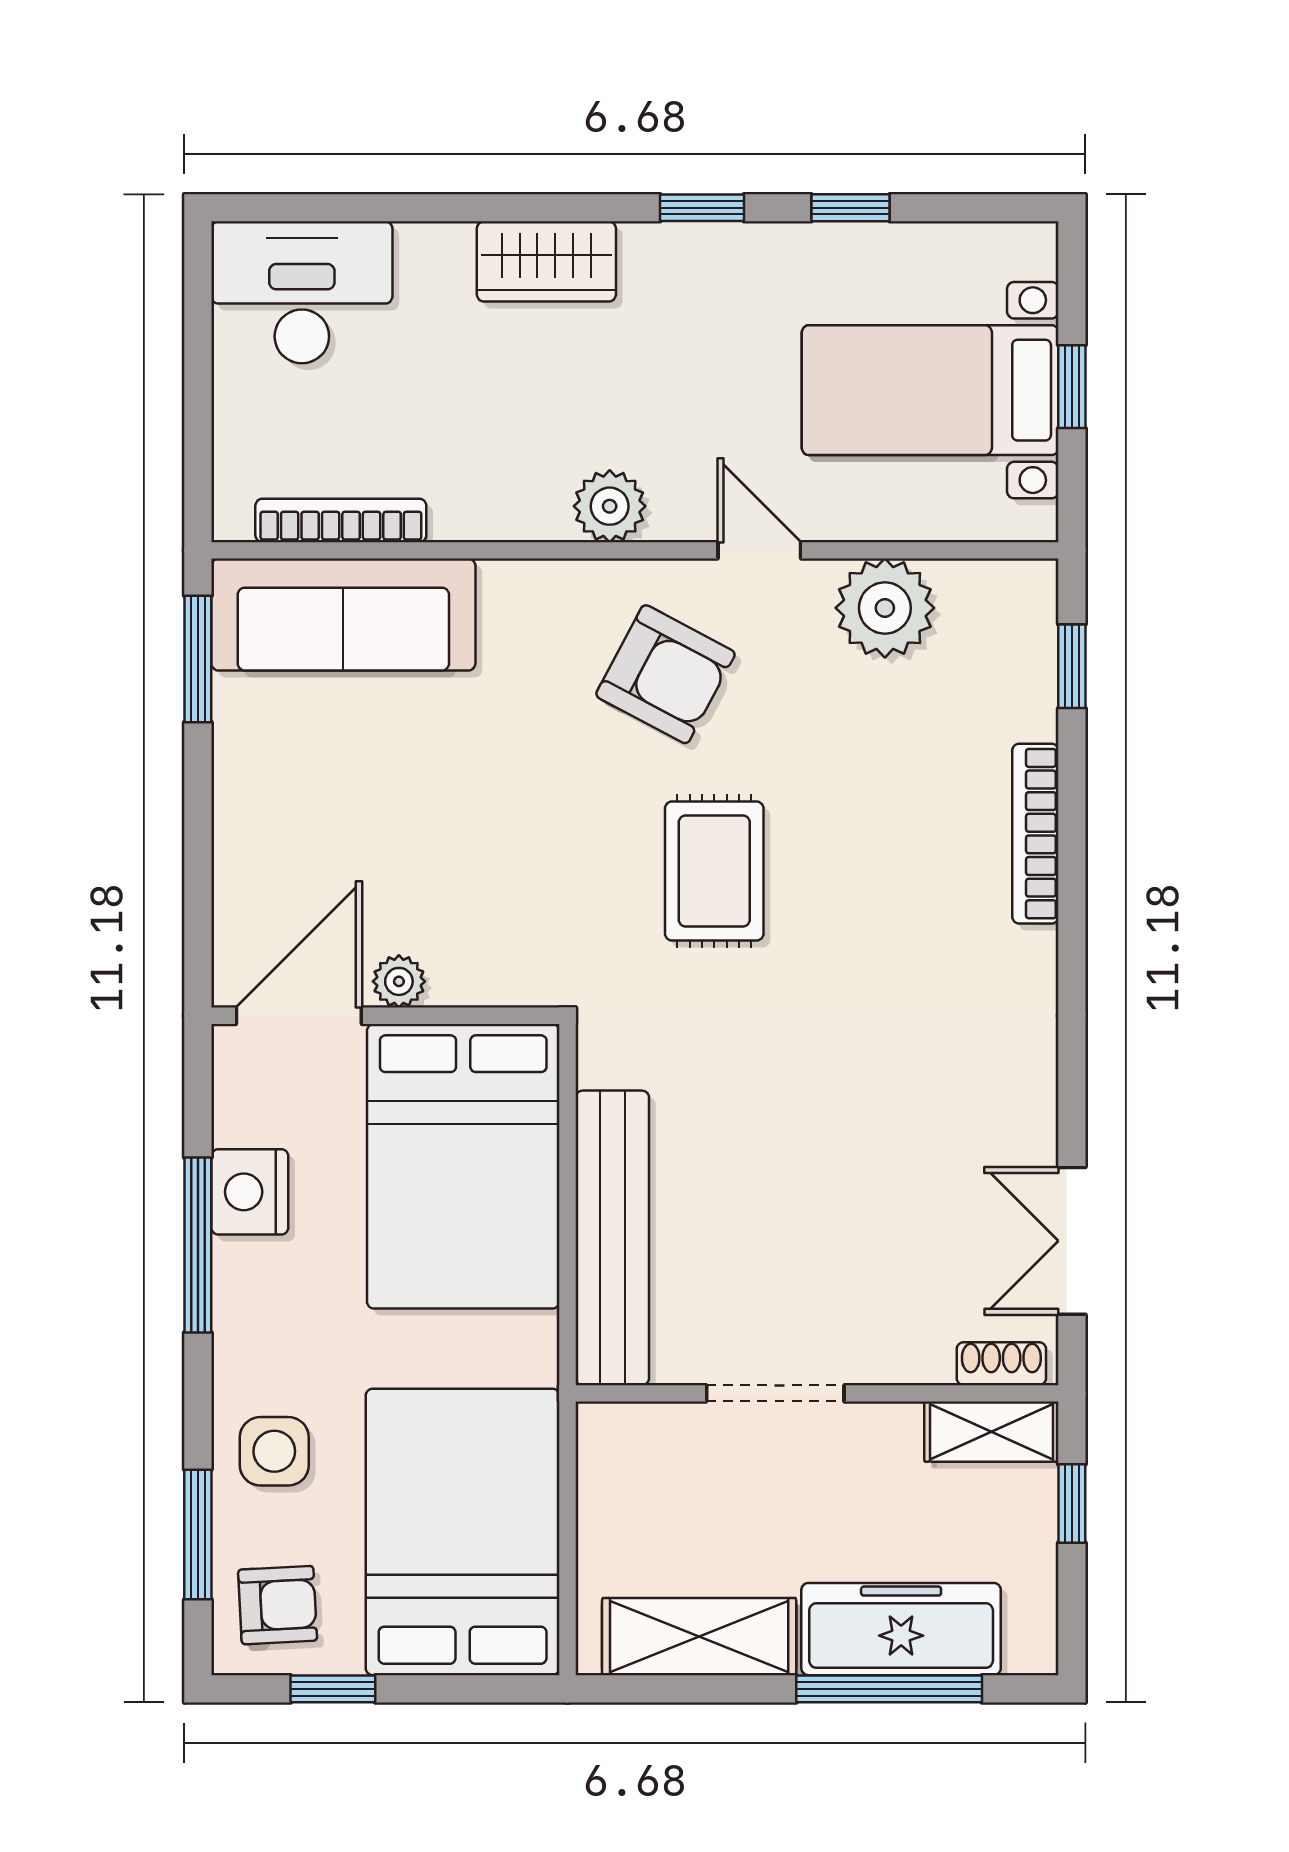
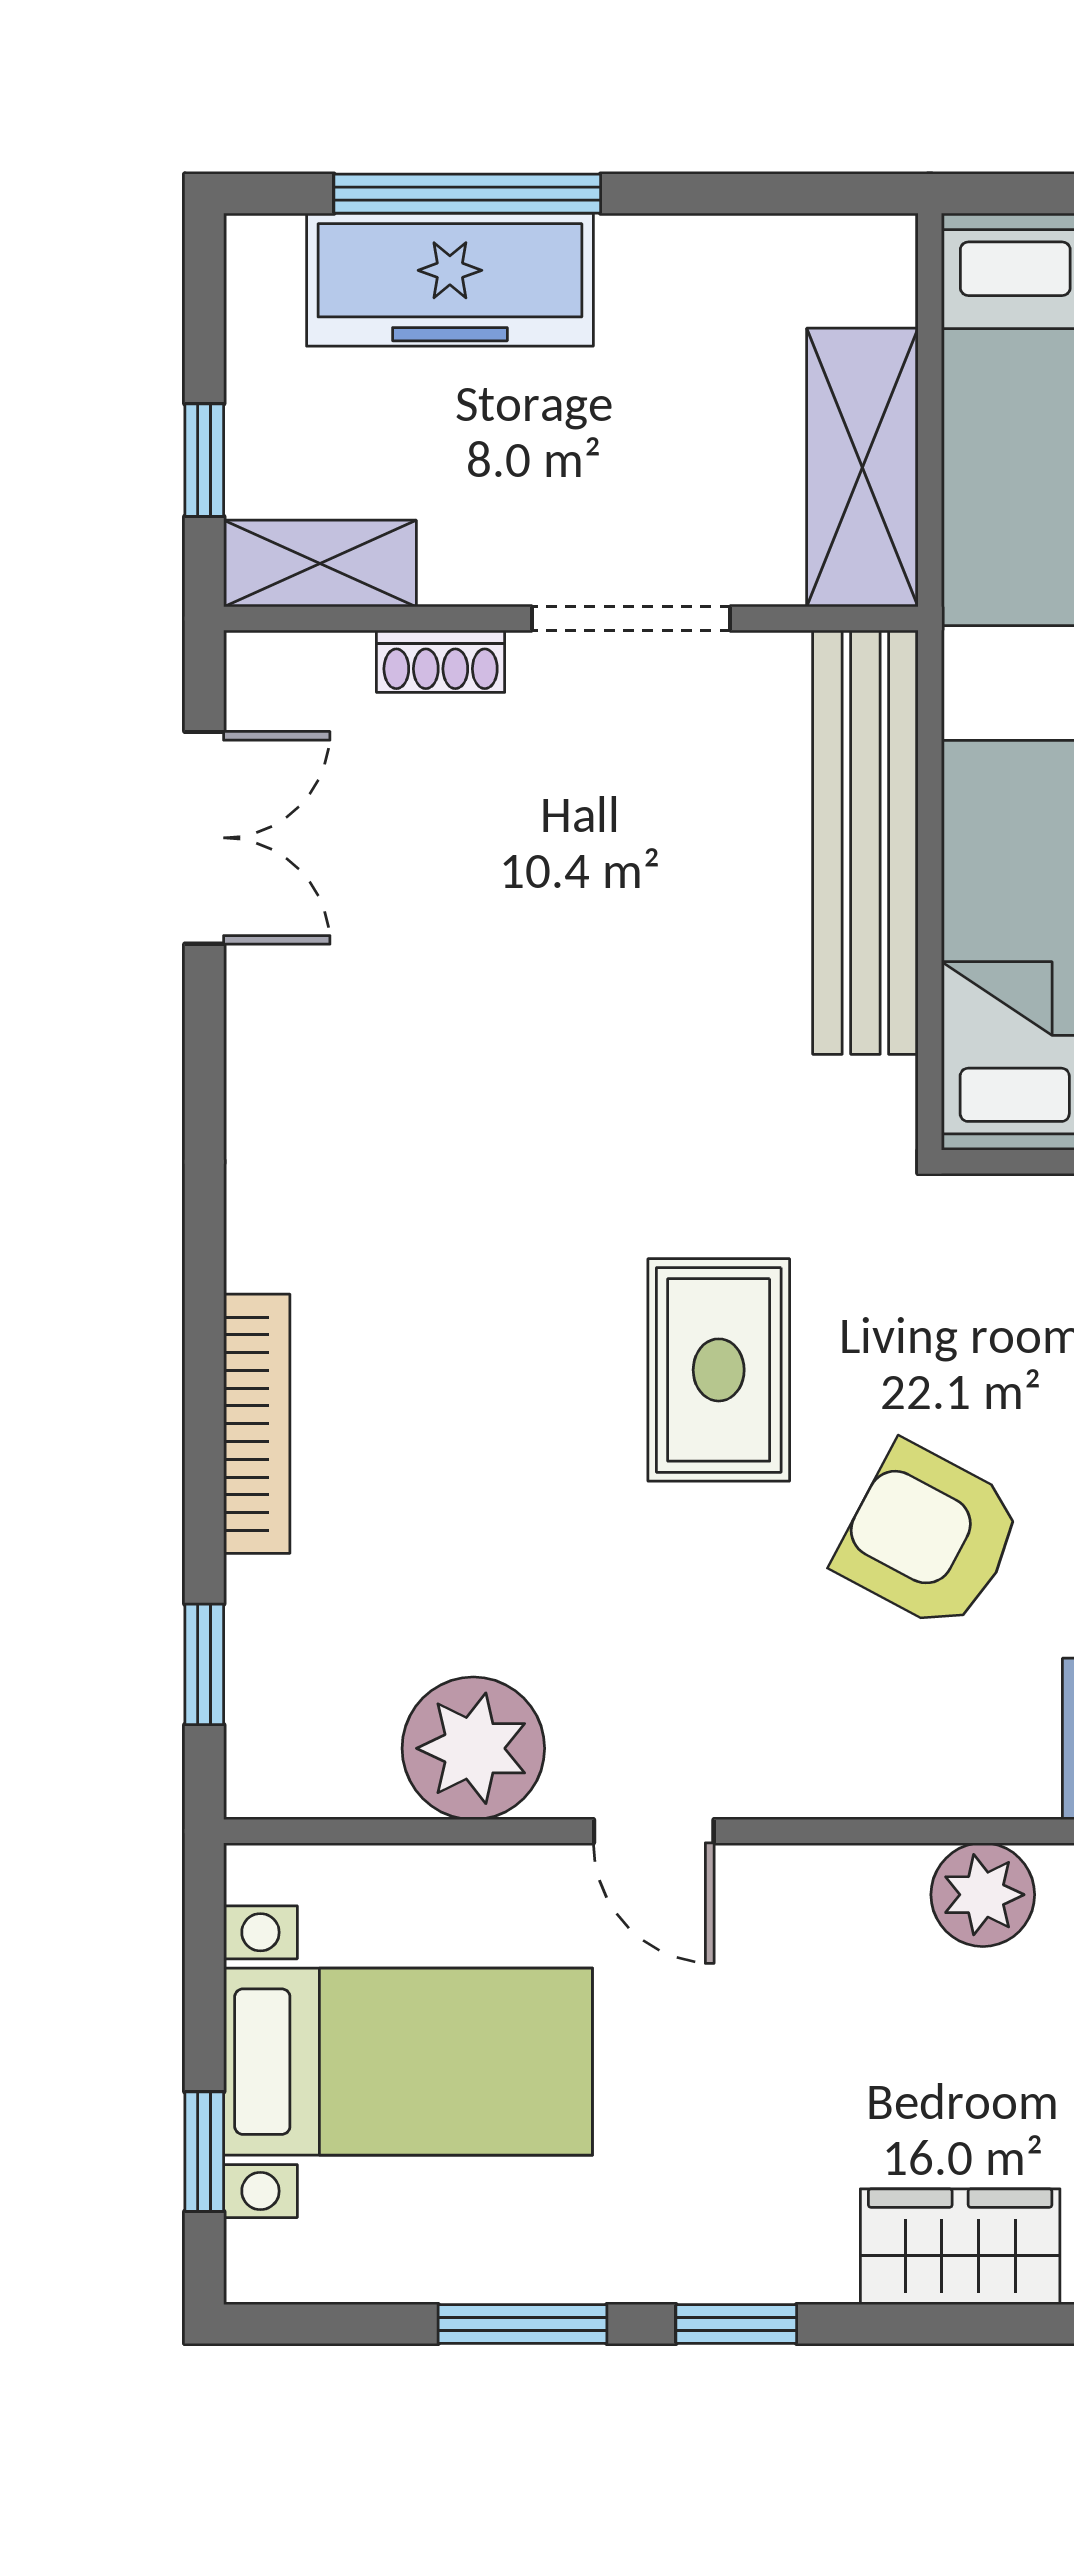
window: (851, 208) -> (523, 2324), width x1.50
window: (1072, 387) -> (204, 2152), moved
plant: (610, 506) -> (983, 1895), moved
armchair: (665, 674) -> (929, 1537), moved
shoe rack: (1001, 1364) -> (441, 661), moved
shelving: (699, 1637) -> (862, 468), moved, turned 90

